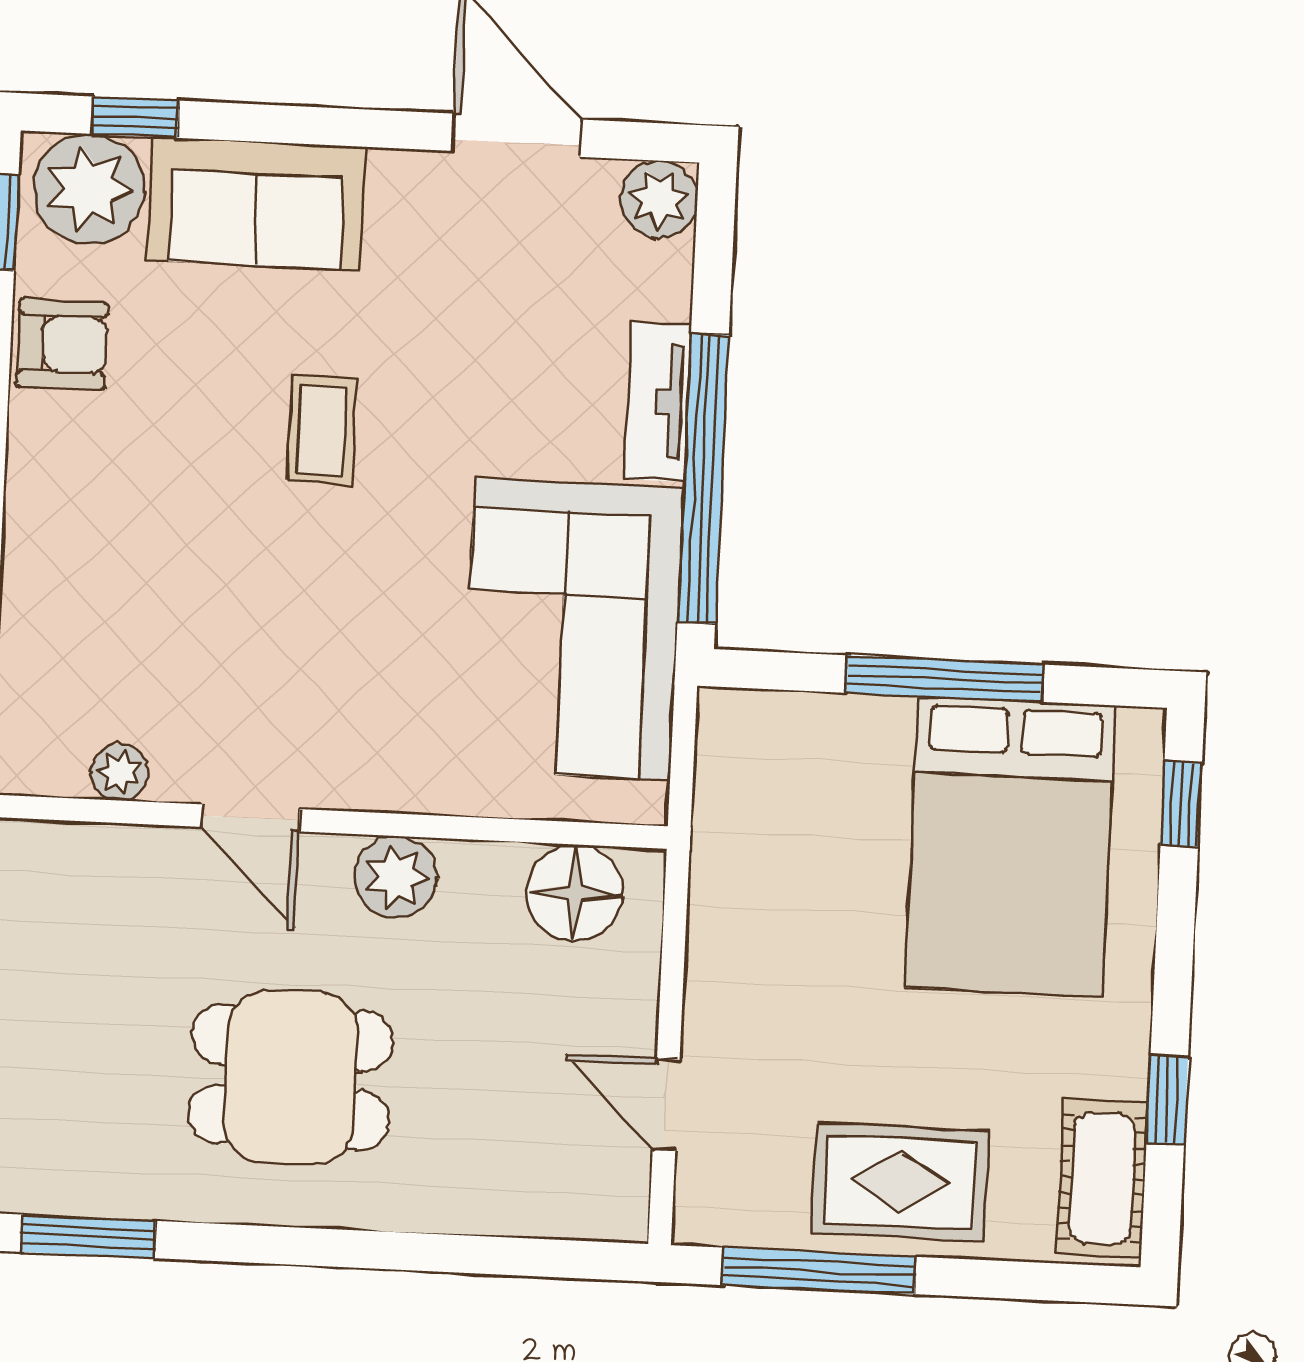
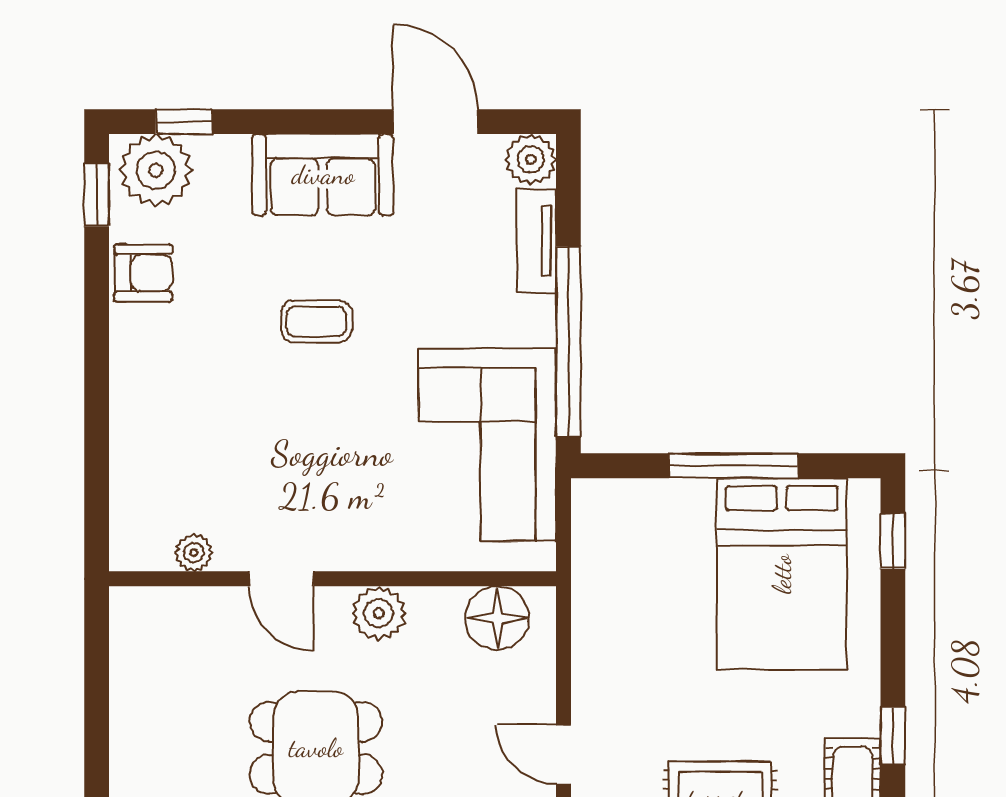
sofa: (257, 204) -> (323, 175), moved
tv unit: (658, 402) -> (536, 241), moved
coffee table: (322, 430) -> (316, 321), turned 90

